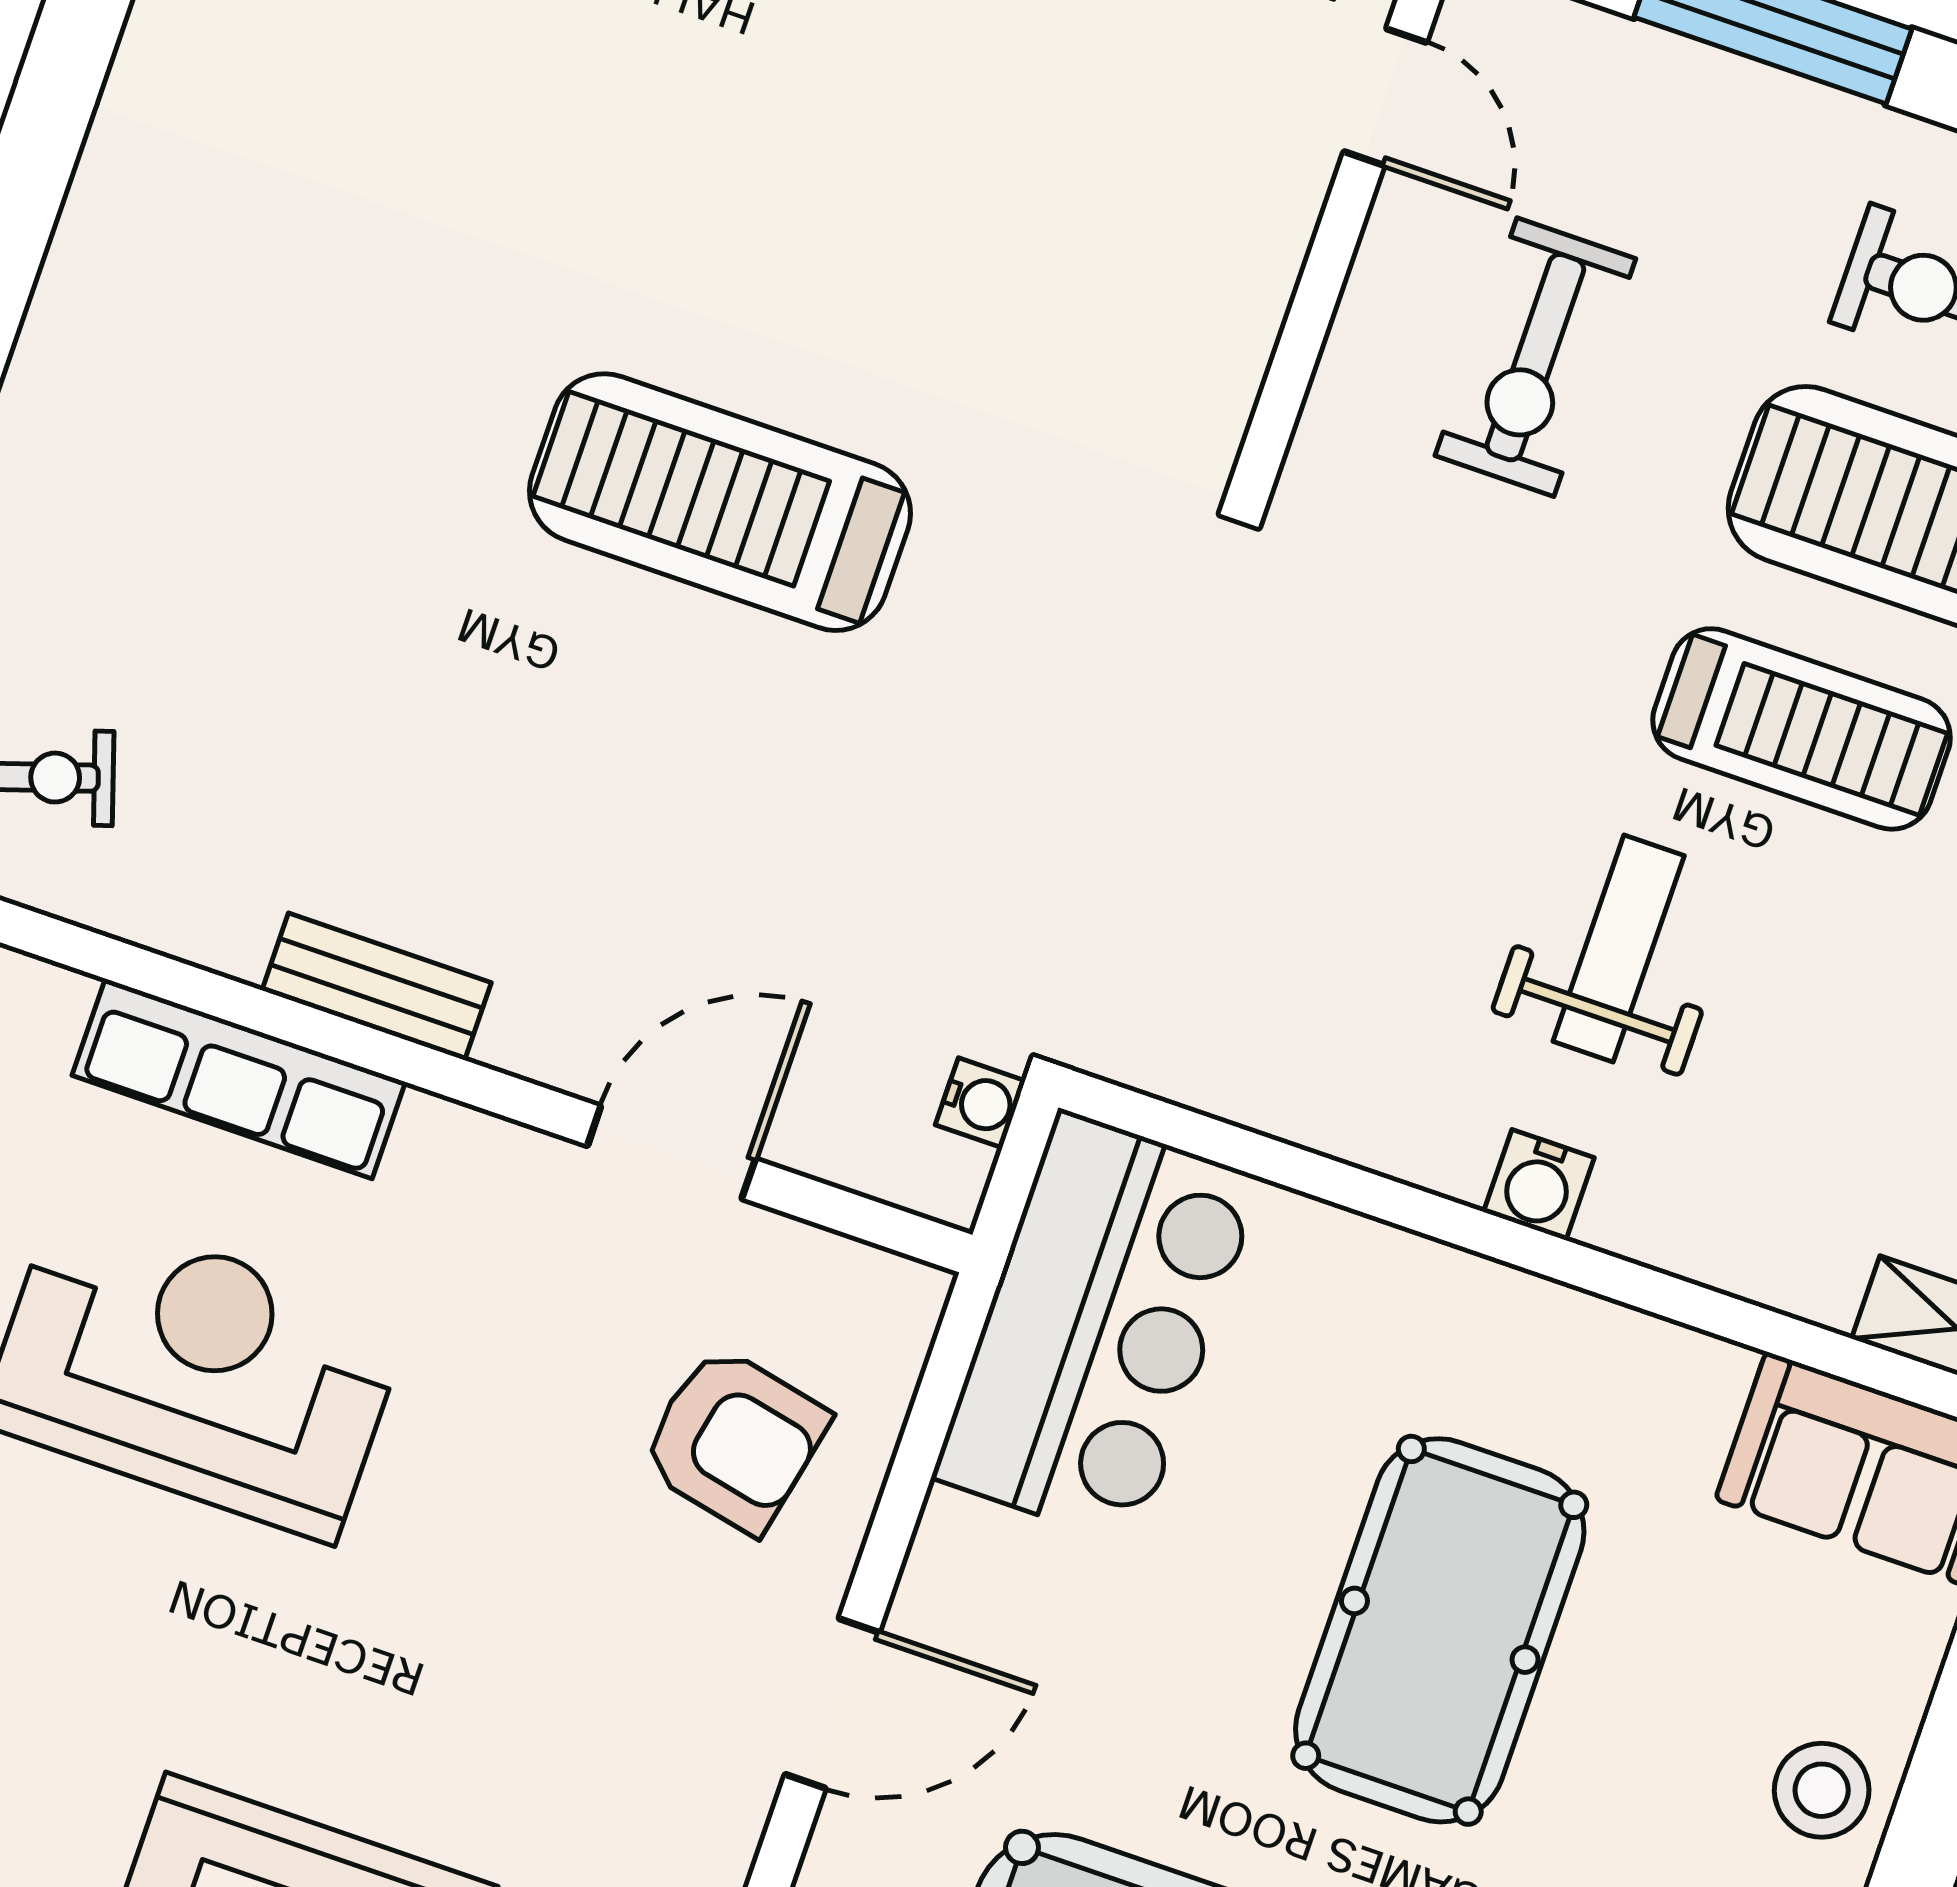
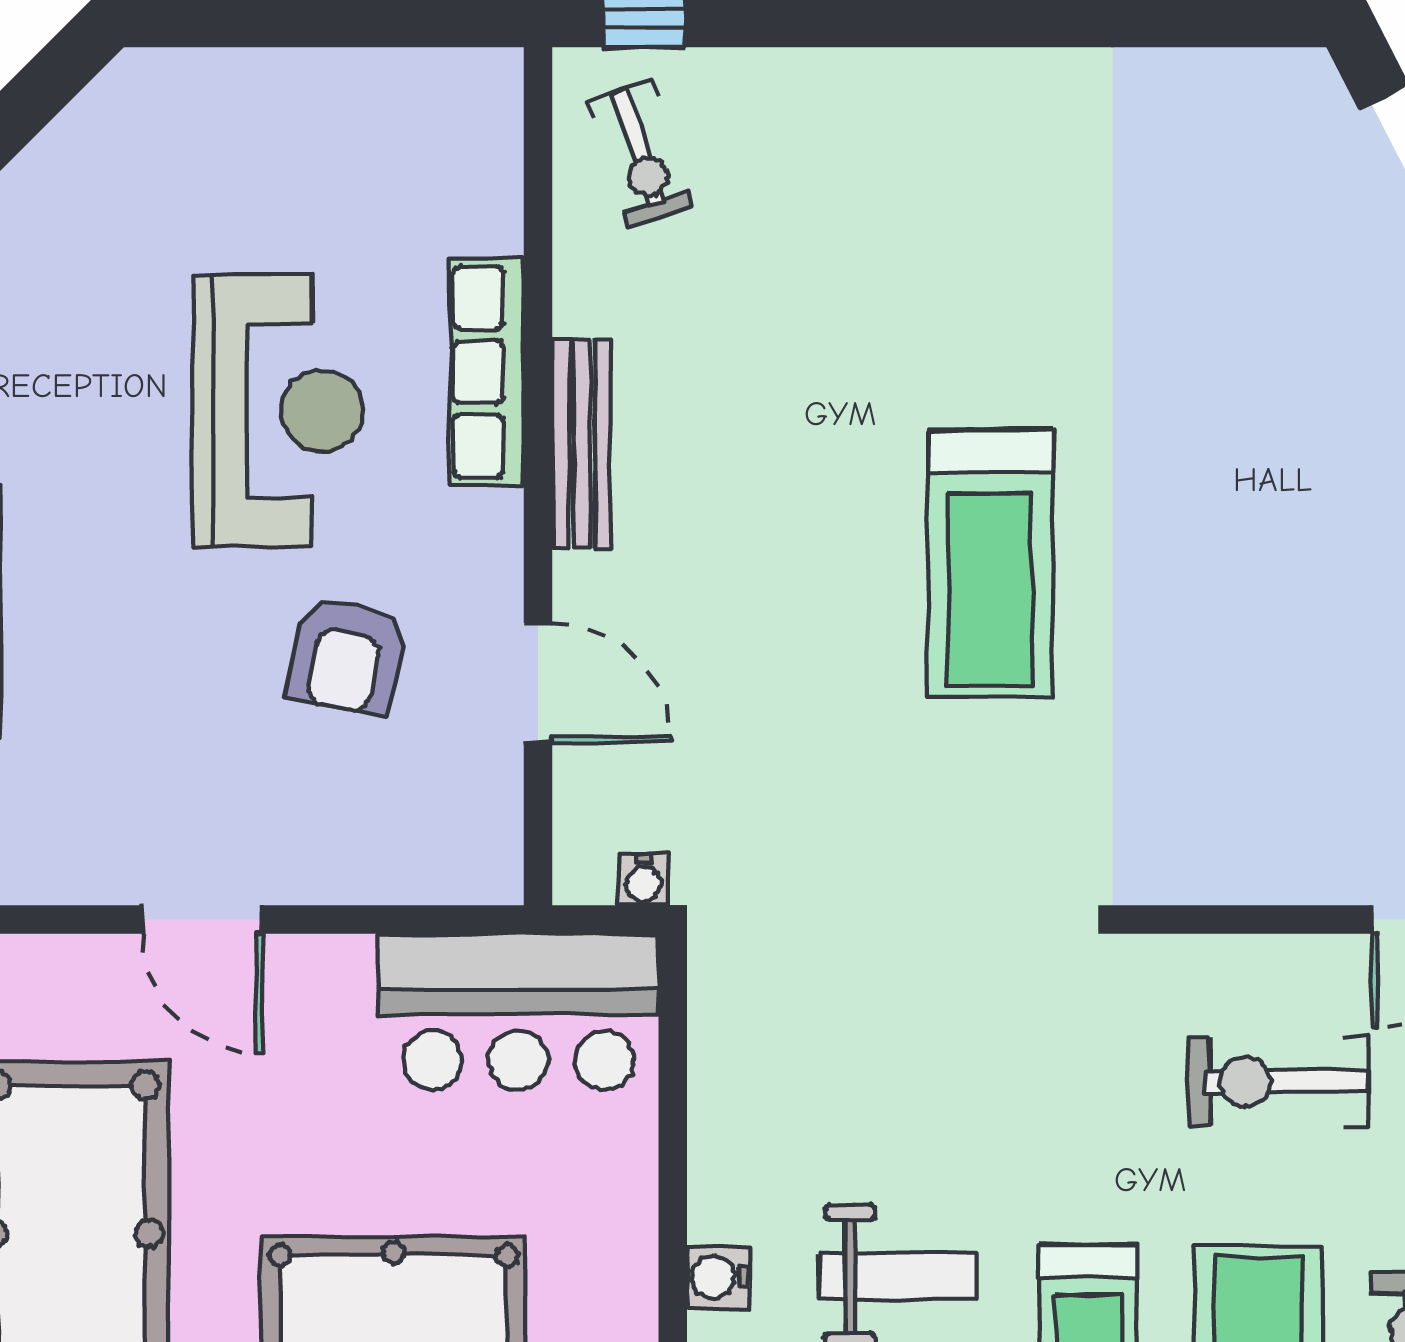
treadmill: (720, 502) -> (990, 564), turned 180
bench: (377, 986) -> (582, 444), width x1.36
armchair: (734, 1440) -> (347, 655), moved

